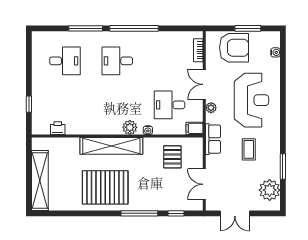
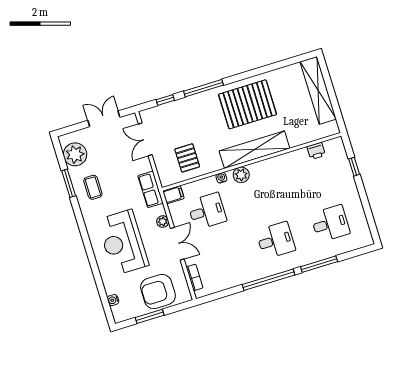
desk: (65, 61) -> (330, 224), turned 180
coffee table: (249, 149) -> (93, 187), moved
double door: (204, 184) -> (145, 139), swing flipped

